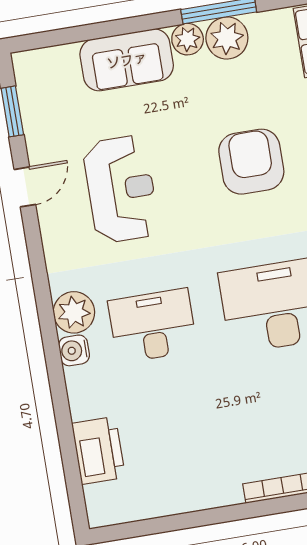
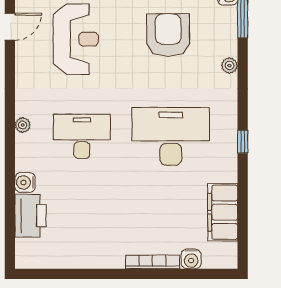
plant: (74, 312) -> (23, 125), width x0.53, depth x0.53
water cooler: (74, 350) -> (25, 182), moved

